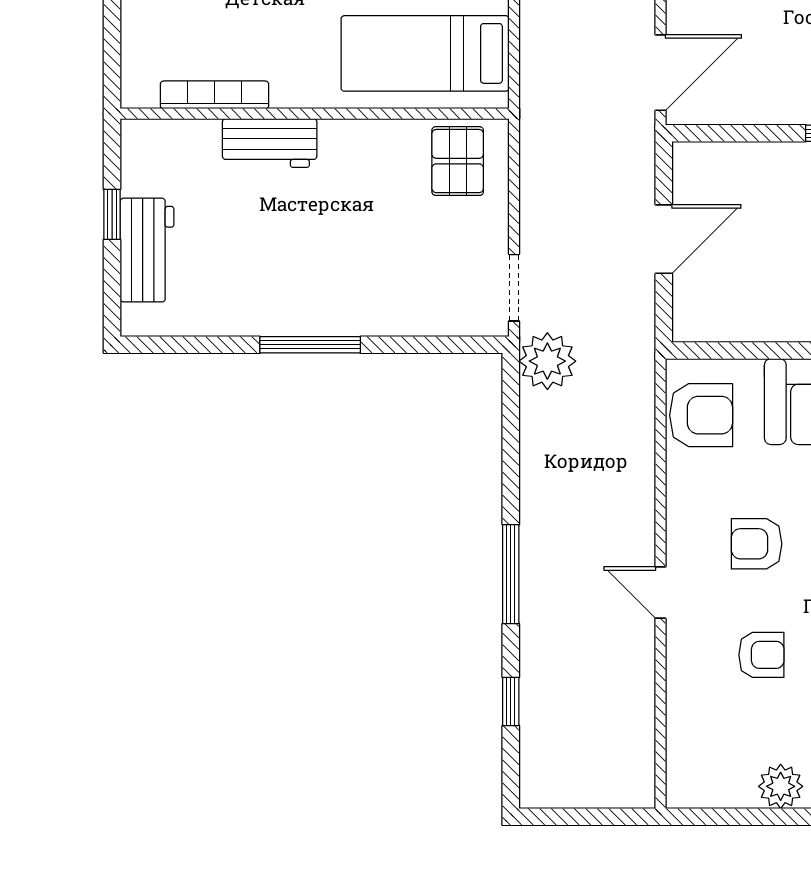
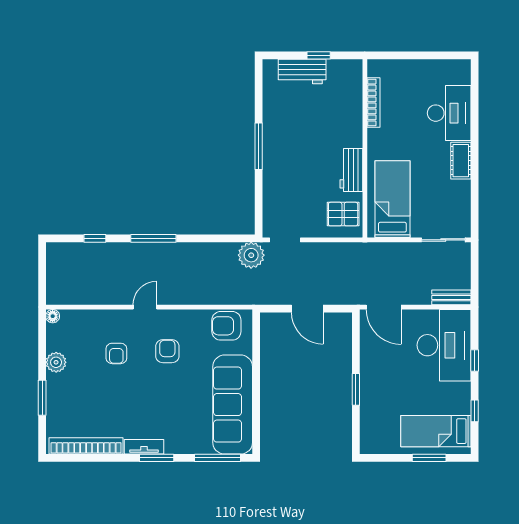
workbench: (270, 143) -> (351, 170), moved
armchair: (701, 415) -> (226, 326), turned 90
floor lamp: (680, 794) -> (53, 316), added

